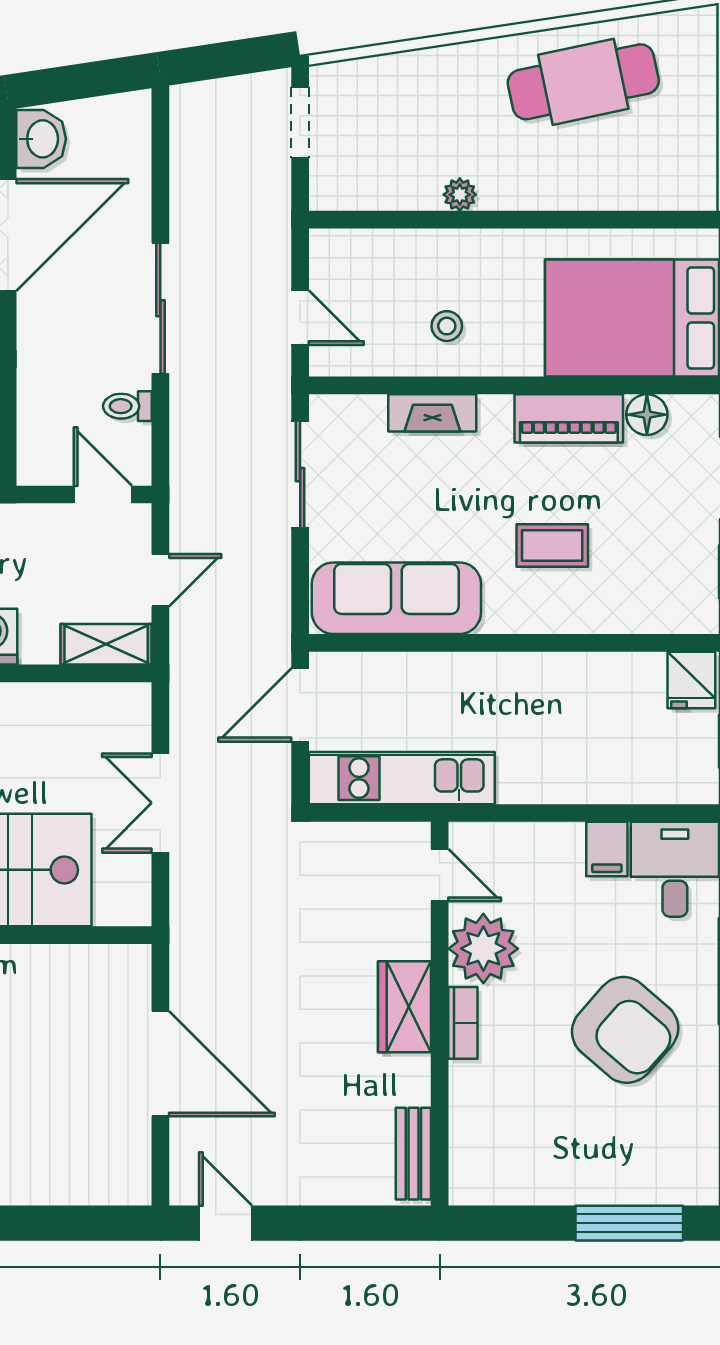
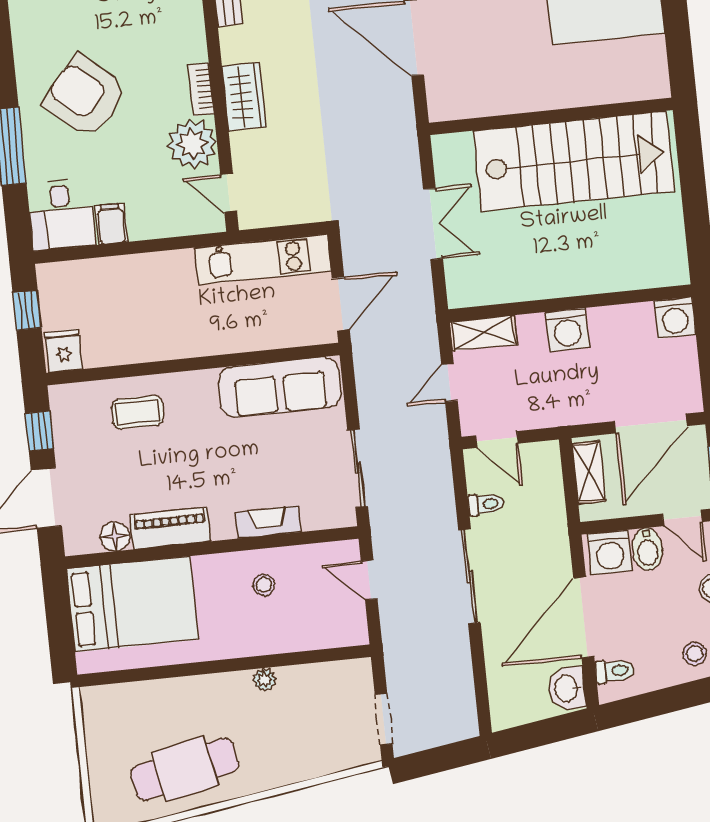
coffee table: (552, 545) -> (138, 412), moved

